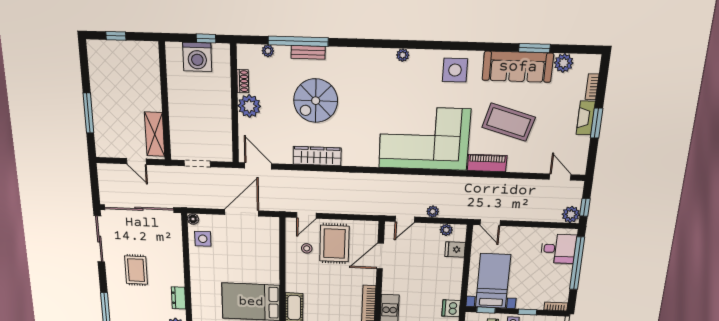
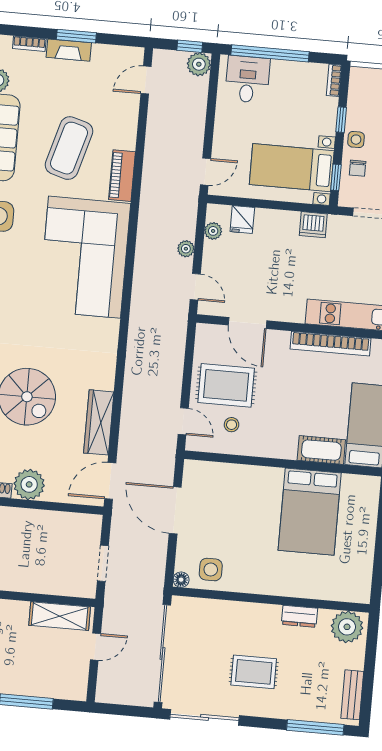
wardrobe: (317, 156) -> (99, 422), moved
dishwasher: (451, 308) -> (313, 225), moved

